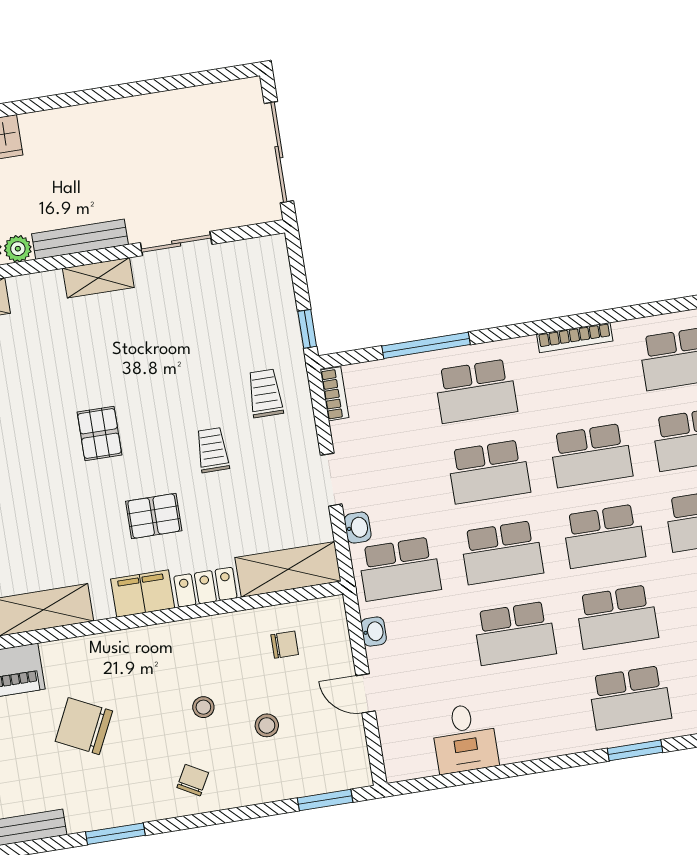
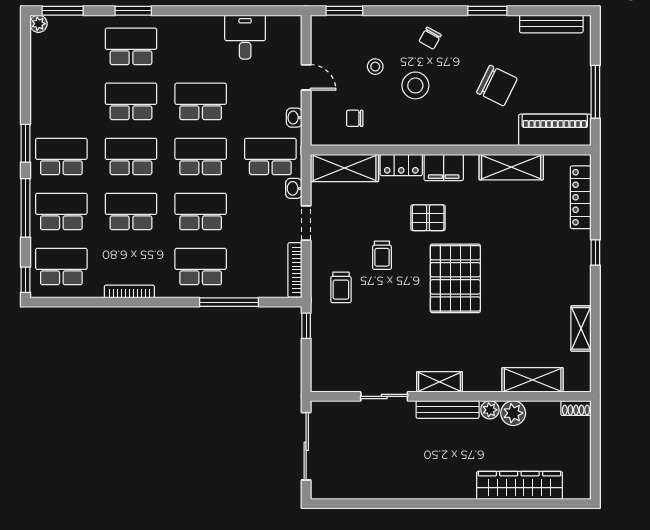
bookcase: (335, 394) -> (295, 270), width x1.56
pallet: (99, 433) -> (455, 278), width x2.05, depth x2.00
stool: (203, 707) -> (415, 85), width x1.89, depth x1.89

